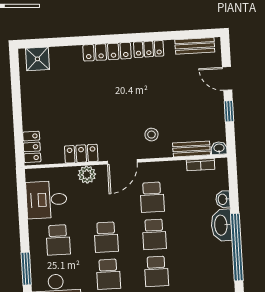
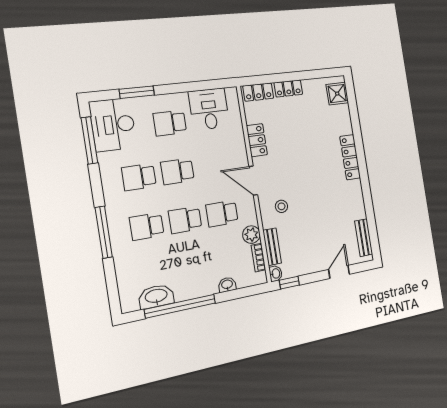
locker: (149, 49) -> (288, 88), moved, turned -90
window: (229, 111) -> (289, 283), moved
plant: (87, 175) -> (251, 235), moved
washbasin: (221, 225) -> (156, 296), moved

